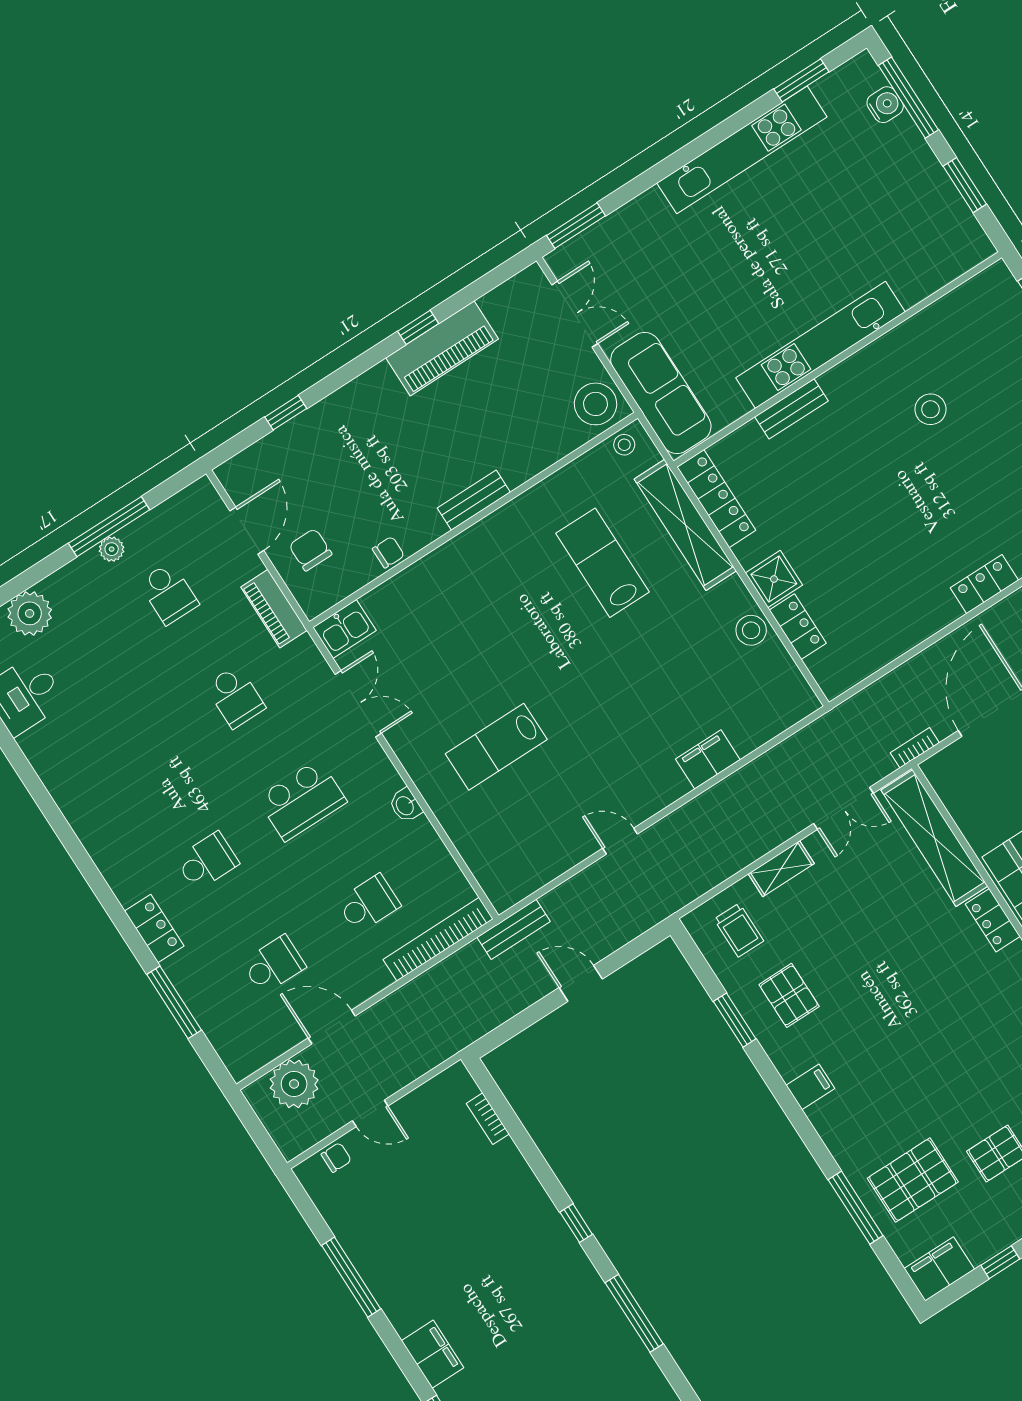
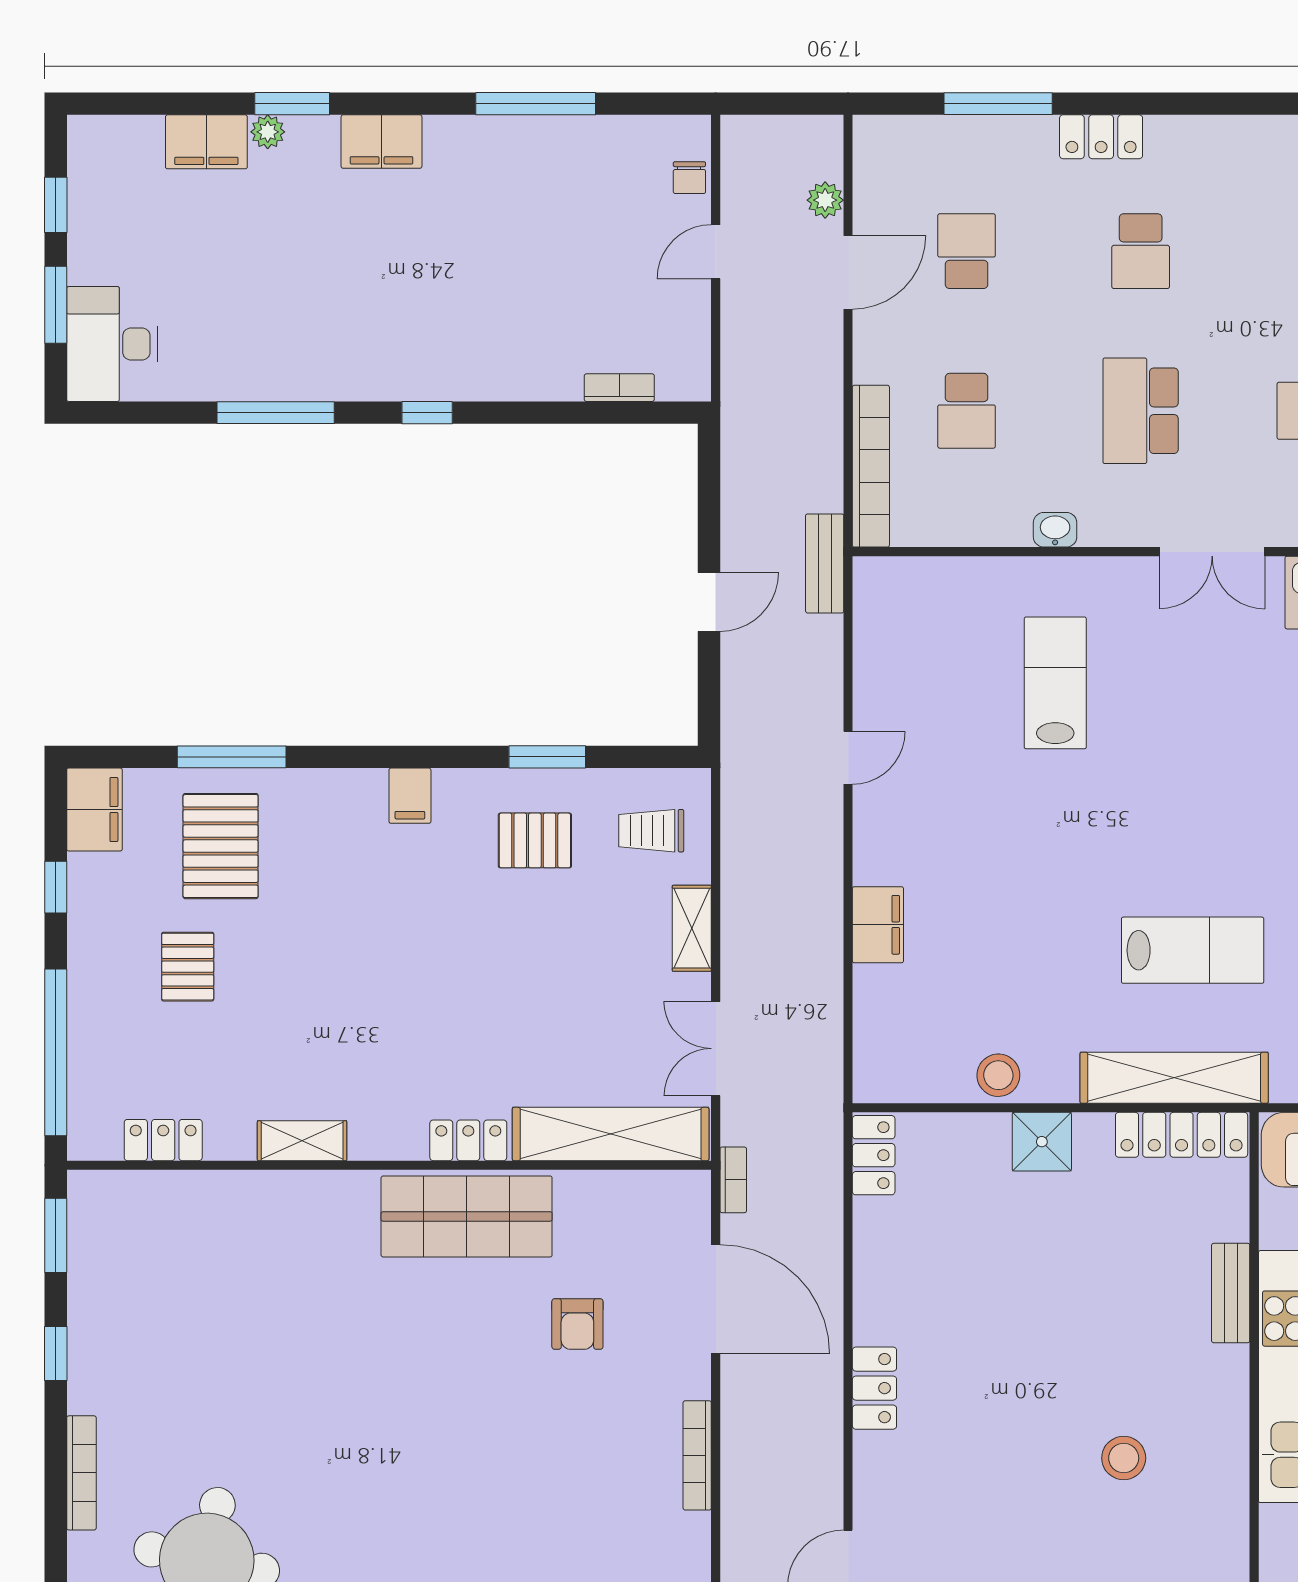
locker: (798, 627) -> (874, 1155), moved, turned -90
school desk: (274, 965) -> (967, 251), turned 180
plant: (294, 1084) -> (825, 200), width x0.53, depth x0.53

